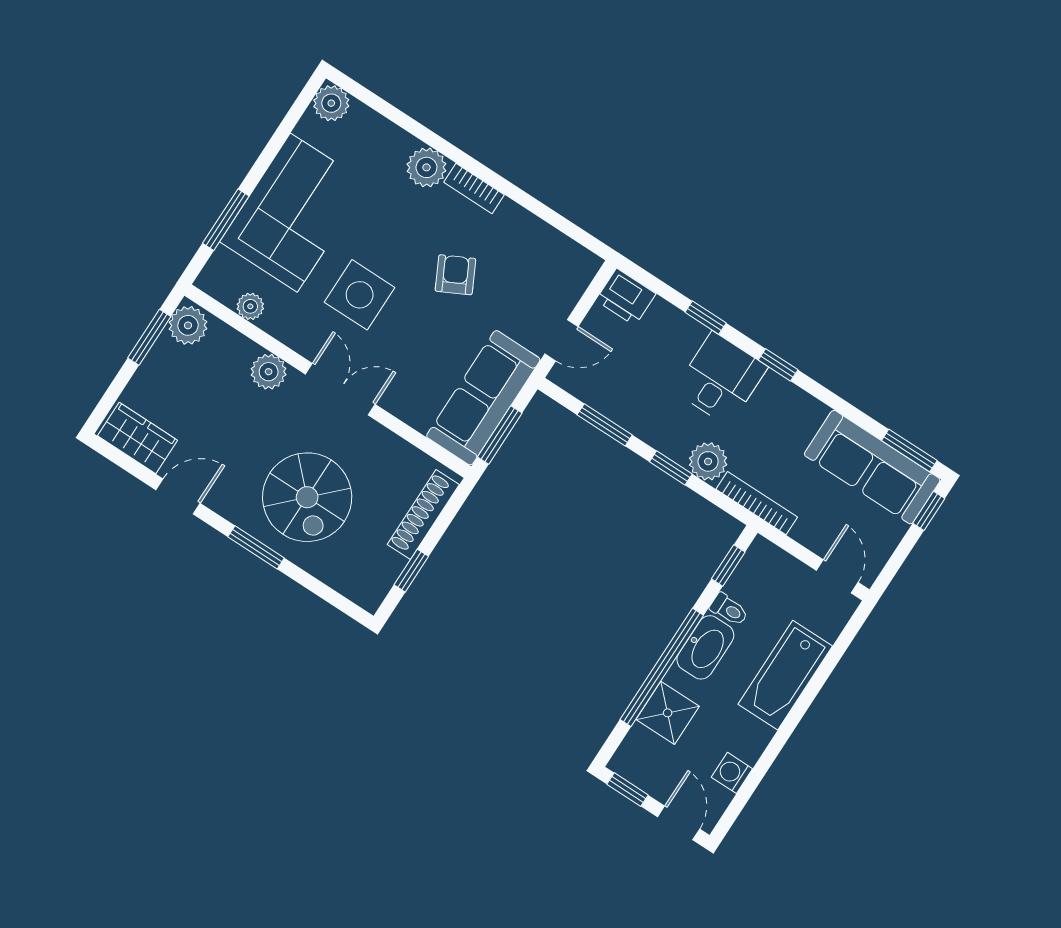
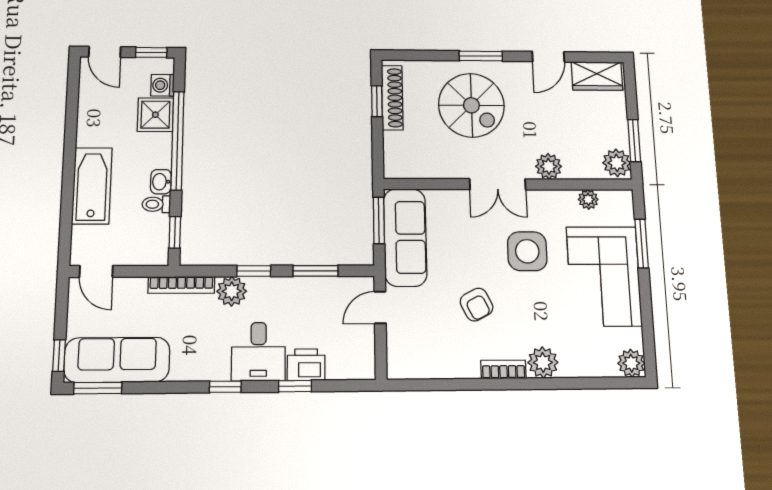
printer: (626, 297) -> (306, 365), moved
spiral stairs: (307, 497) -> (471, 105), turned 180
shoe rack: (423, 515) -> (392, 98), moved
washbasin: (705, 647) -> (161, 182), width x0.52, depth x0.69
washing machine: (732, 773) -> (162, 85), moved, turned 180

